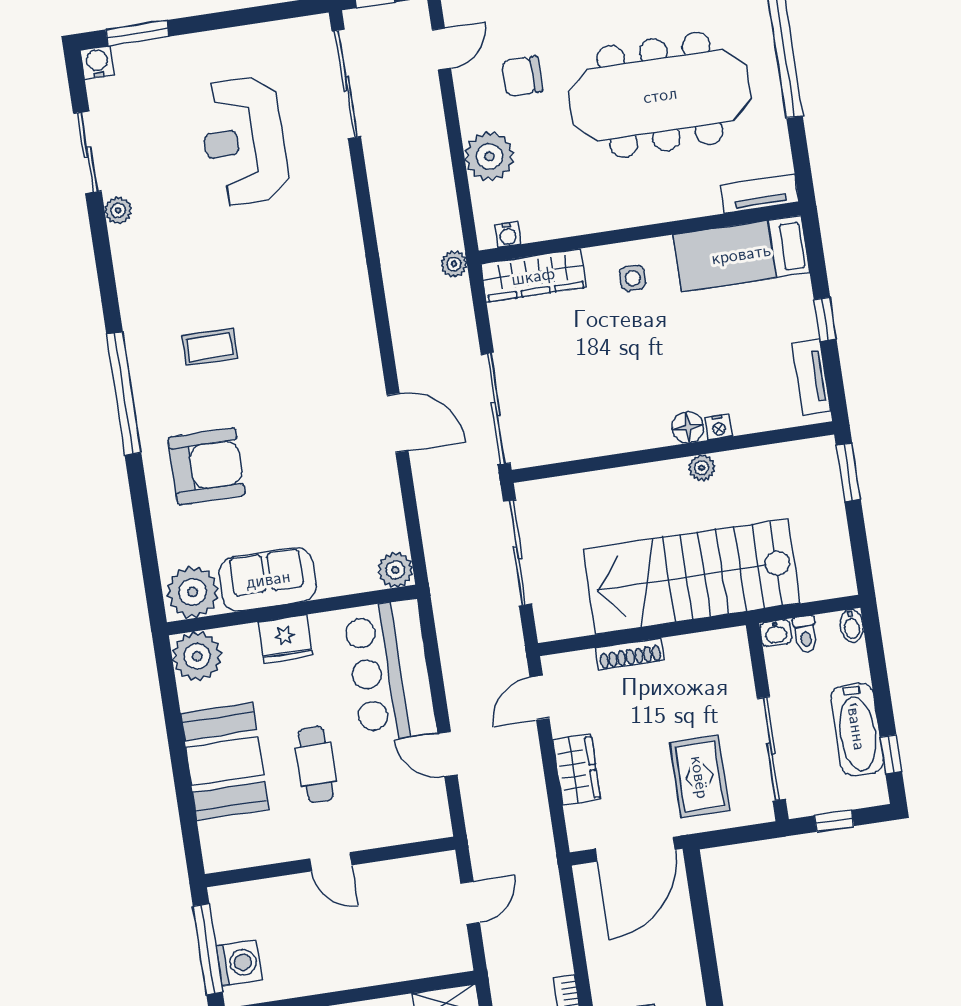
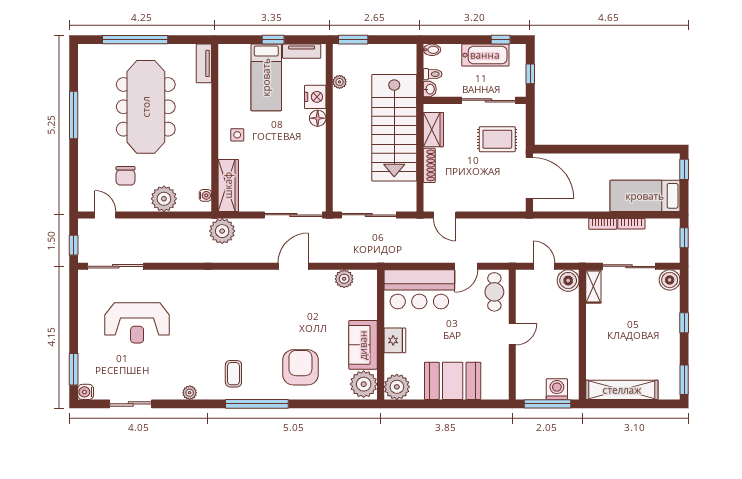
plant: (118, 210) -> (190, 393), moved
bed: (741, 254) -> (266, 77), moved
plant: (454, 264) -> (222, 231), width x1.87, depth x1.87
coffee table: (210, 347) -> (233, 374), moved
nightstand: (719, 427) -> (315, 97), width x1.89, depth x1.79
plant: (702, 468) -> (340, 82), moved
plant: (395, 570) -> (344, 279), moved
cafe table: (316, 765) -> (494, 292), moved, turned 90
wardrobe: (577, 770) -> (433, 130), moved, turned 90
boiler: (450, 953) -> (568, 281), added

